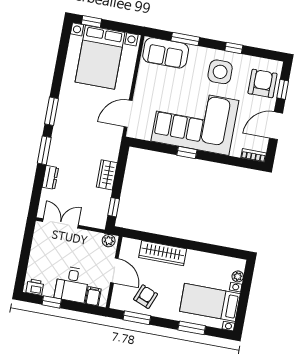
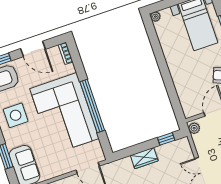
window: (187, 152) -> (92, 106), width x3.17
wardrobe: (163, 253) -> (180, 81), removed
plant: (238, 276) -> (155, 17), moved

